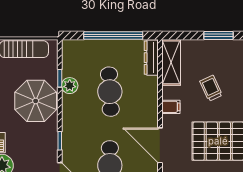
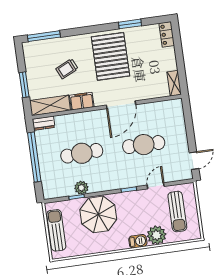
window: (219, 35) -> (24, 85), moved
dresser: (151, 58) -> (44, 123), width x0.70
filing cabinet: (171, 107) -> (82, 101), width x2.00

